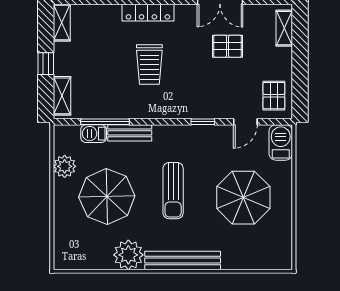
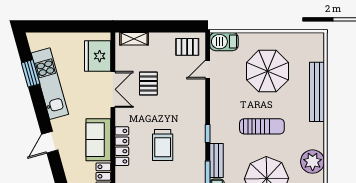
trolley: (149, 64) -> (163, 145), turned 90
window: (203, 122) -> (208, 134), moved
door: (245, 122) -> (208, 69), swing flipped
bench: (183, 260) -> (317, 92), moved

